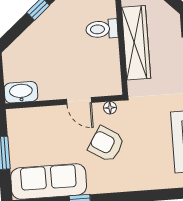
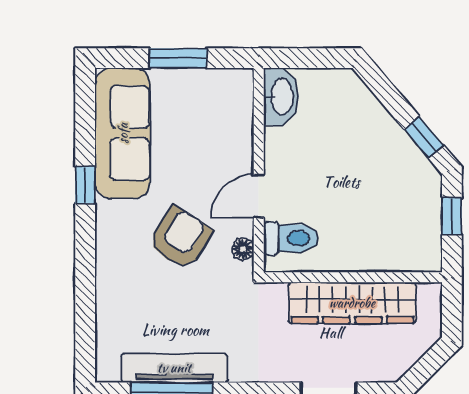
toilet: (102, 29) -> (291, 238), moved, turned 90

